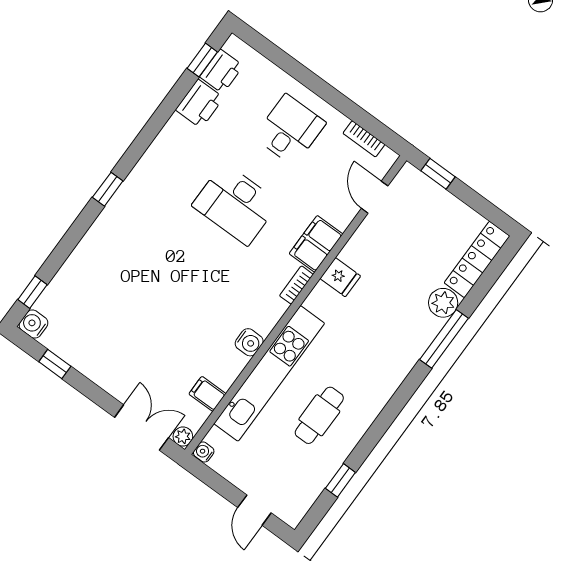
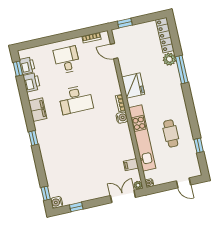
filing cabinet: (316, 244) -> (38, 110), moved, turned 180
fridge: (340, 277) -> (133, 86), width x1.88, depth x1.34
water cooler: (249, 342) -> (122, 118), moved

